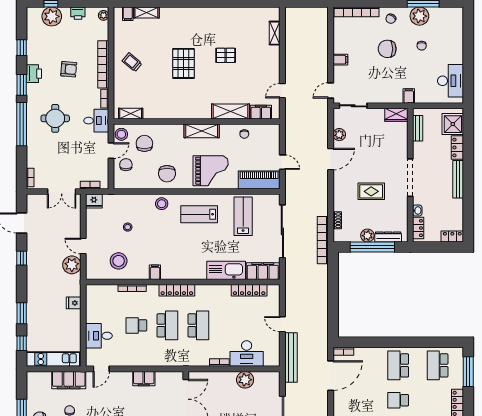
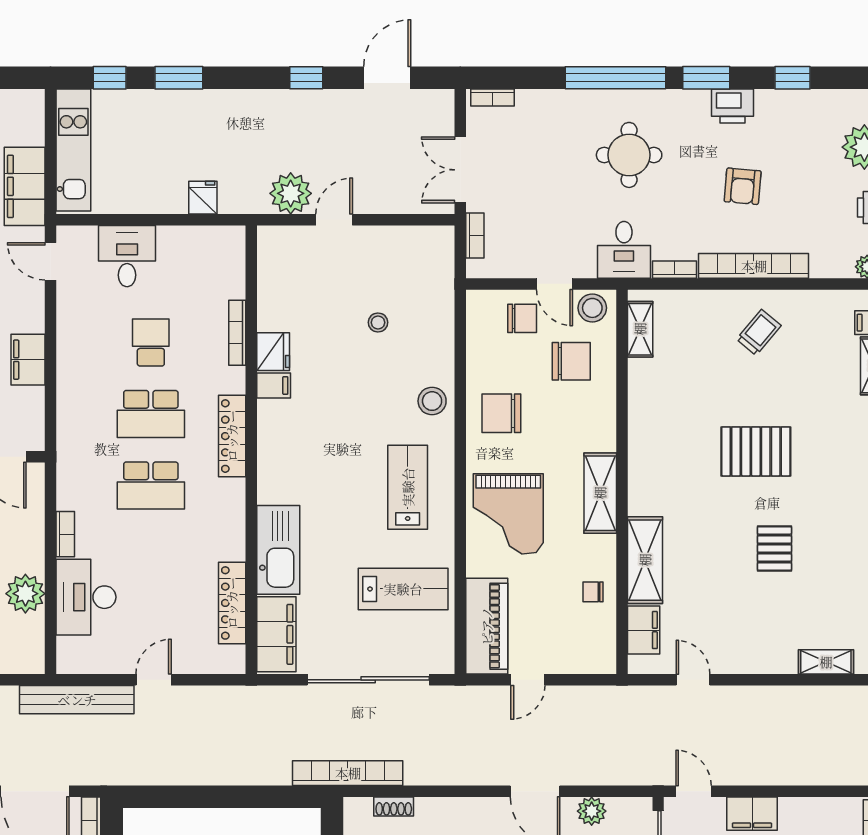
filing cabinet: (340, 60) -> (752, 814), width x2.00
fridge: (94, 201) -> (273, 352), moved, turned 180
stool: (119, 261) -> (300, 302), removed

